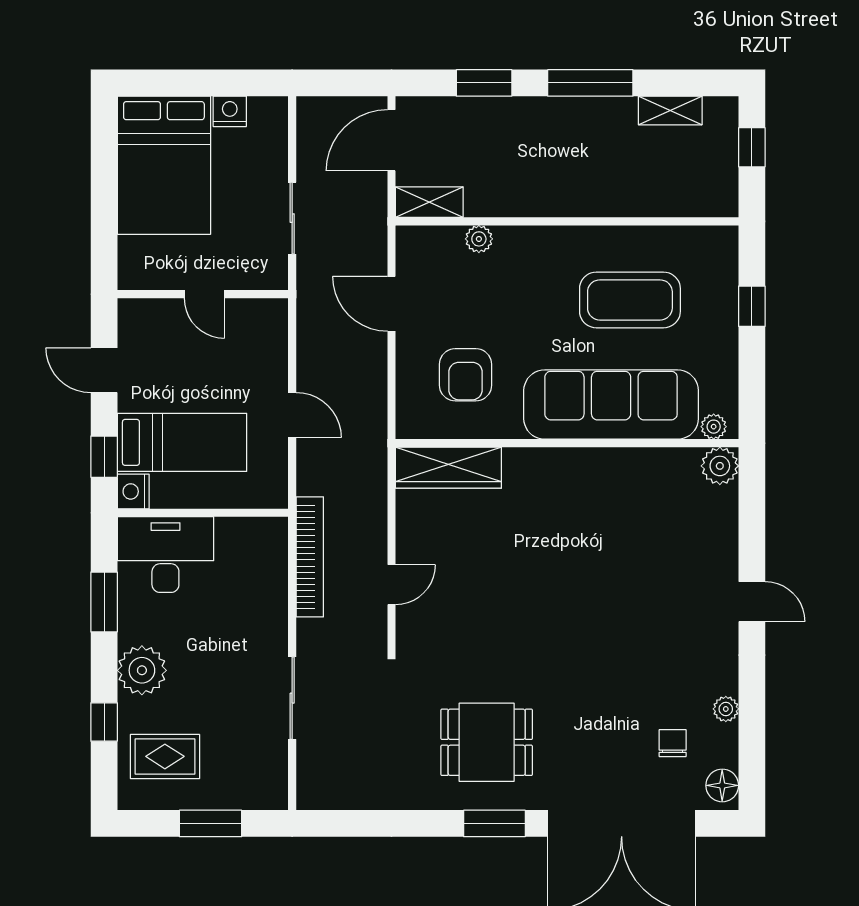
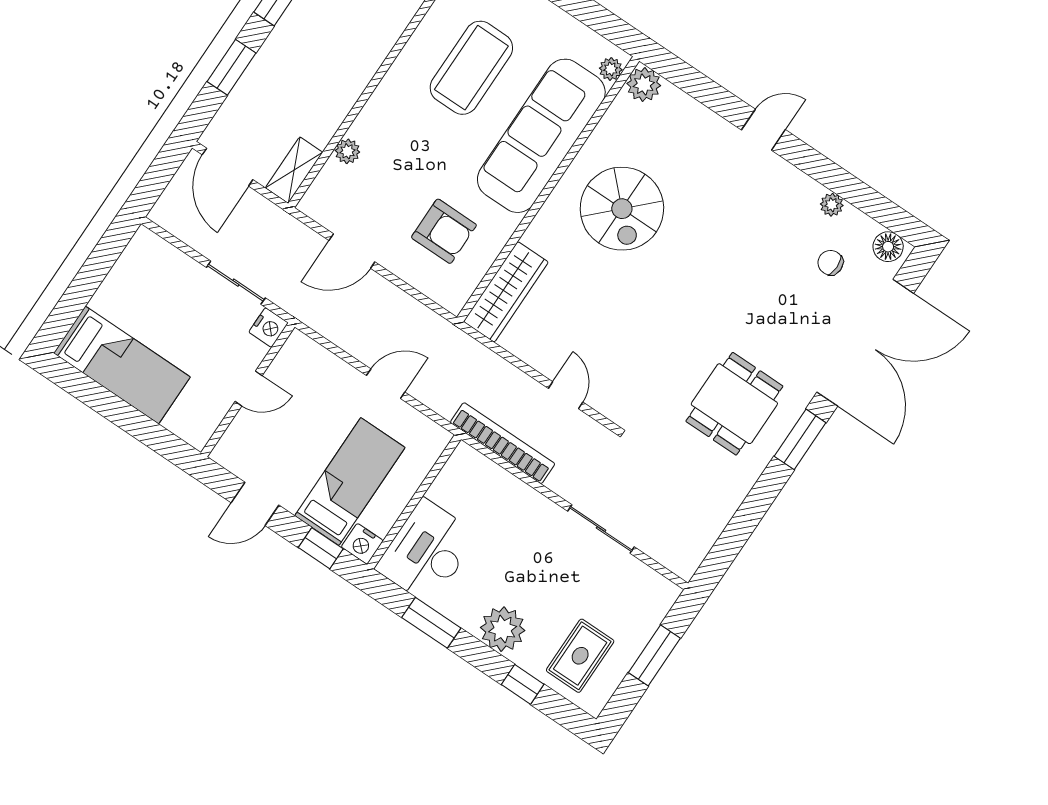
nightstand: (230, 111) -> (269, 328), moved, turned 180
bed: (164, 165) -> (122, 365), width x0.67
spiral stairs: (594, 522) -> (622, 209), added

